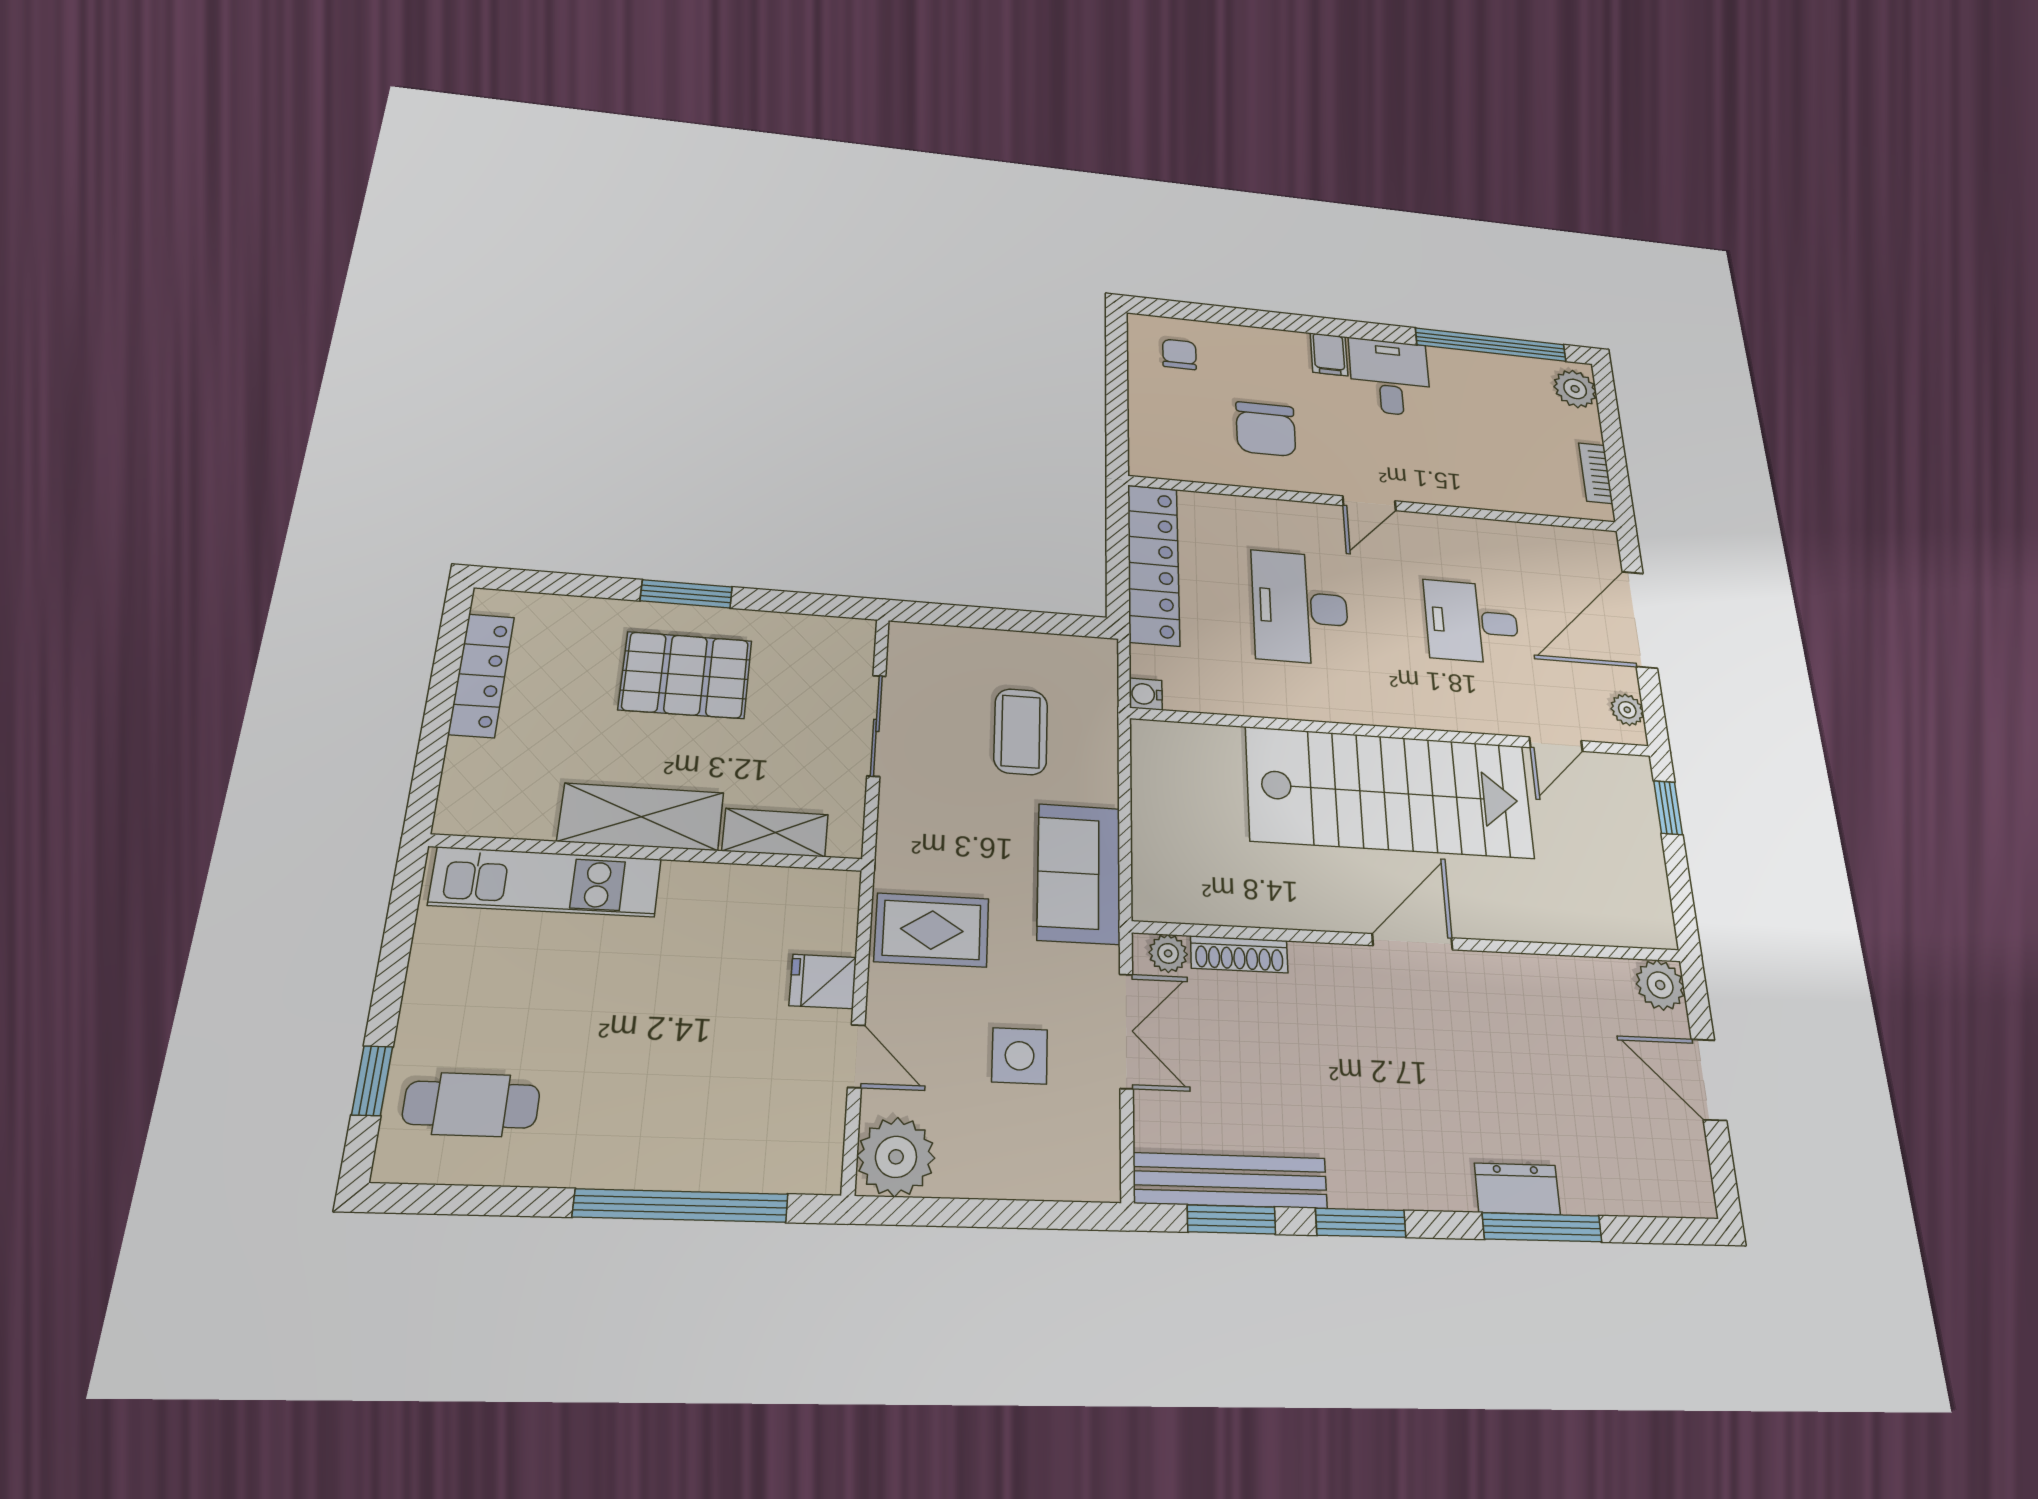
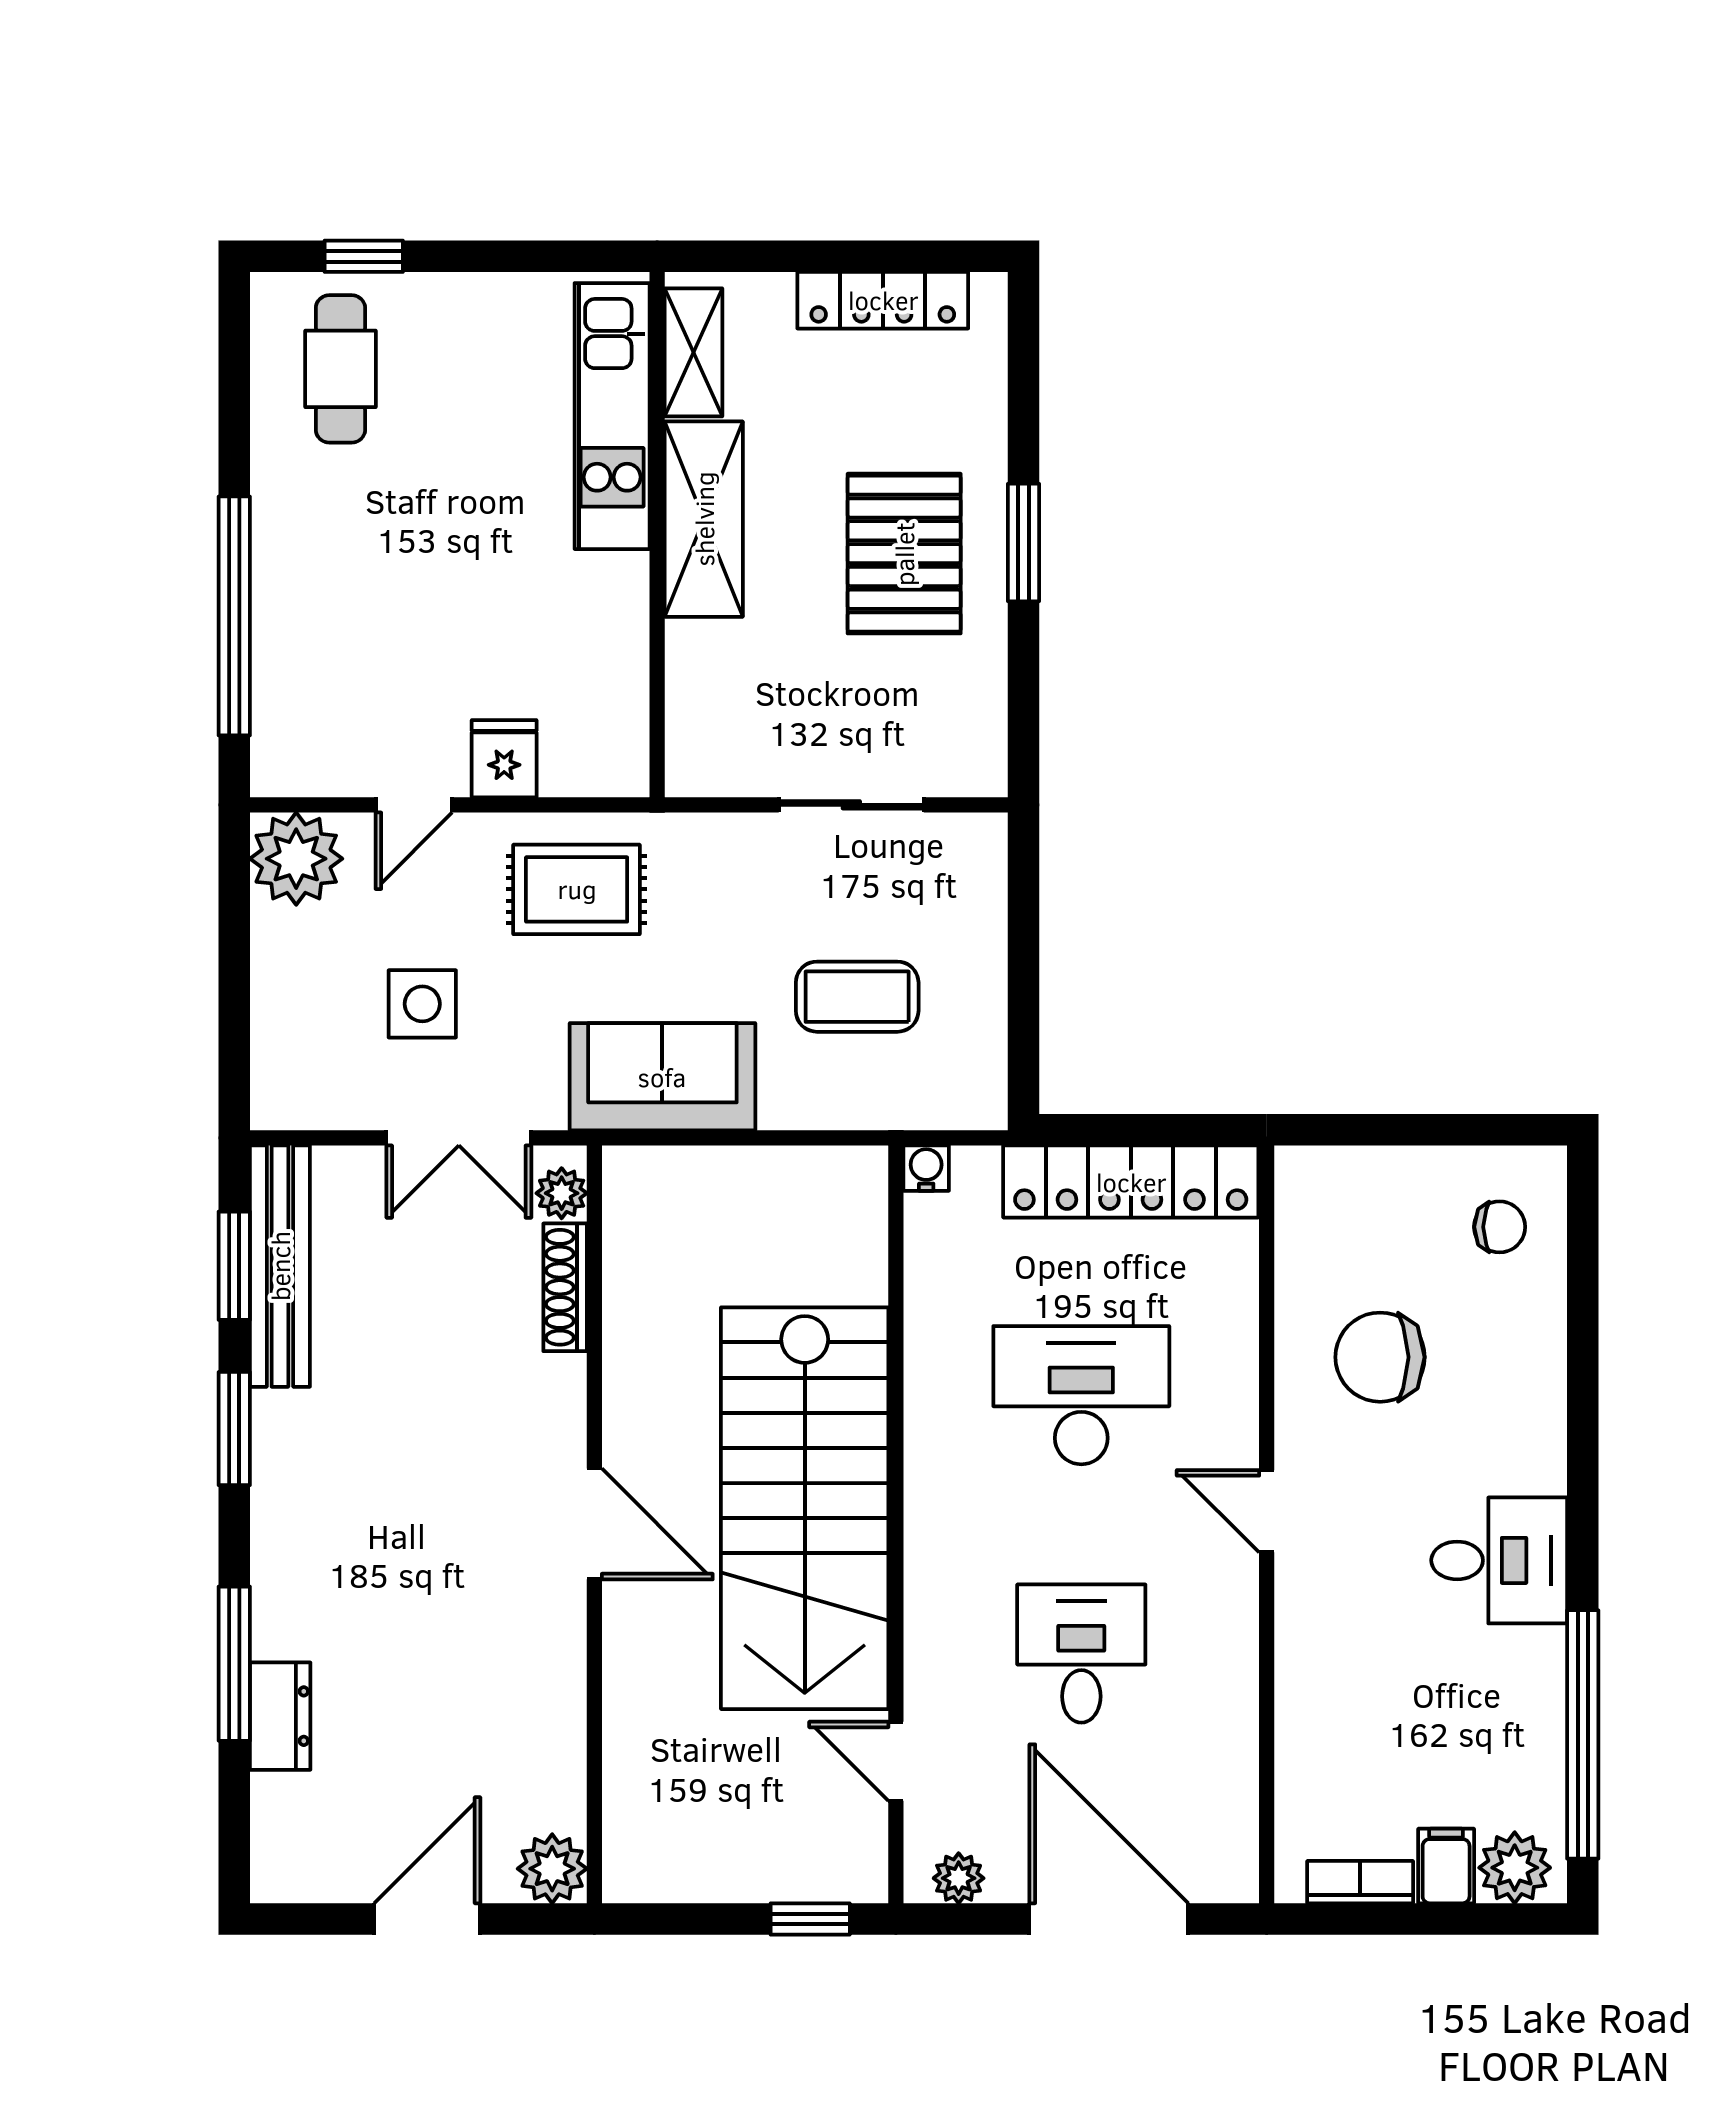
filing cabinet: (1329, 354) -> (1446, 1866), moved, turned 90
shelving: (775, 833) -> (694, 352), moved
rug: (932, 930) -> (577, 889), turned 90
dresser: (1517, 1189) -> (280, 1716), moved

